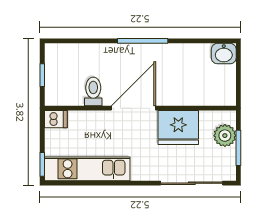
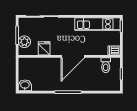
toilet: (93, 91) -> (106, 65), moved
fridge: (178, 128) -> (44, 48), width x0.53, depth x0.75

